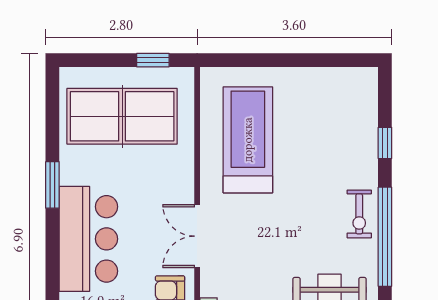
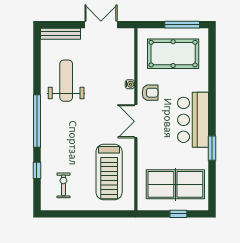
window: (153, 60) -> (178, 214), moved
exercise bike: (359, 214) -> (63, 185), moved
double door: (197, 236) -> (136, 121), swing flipped

